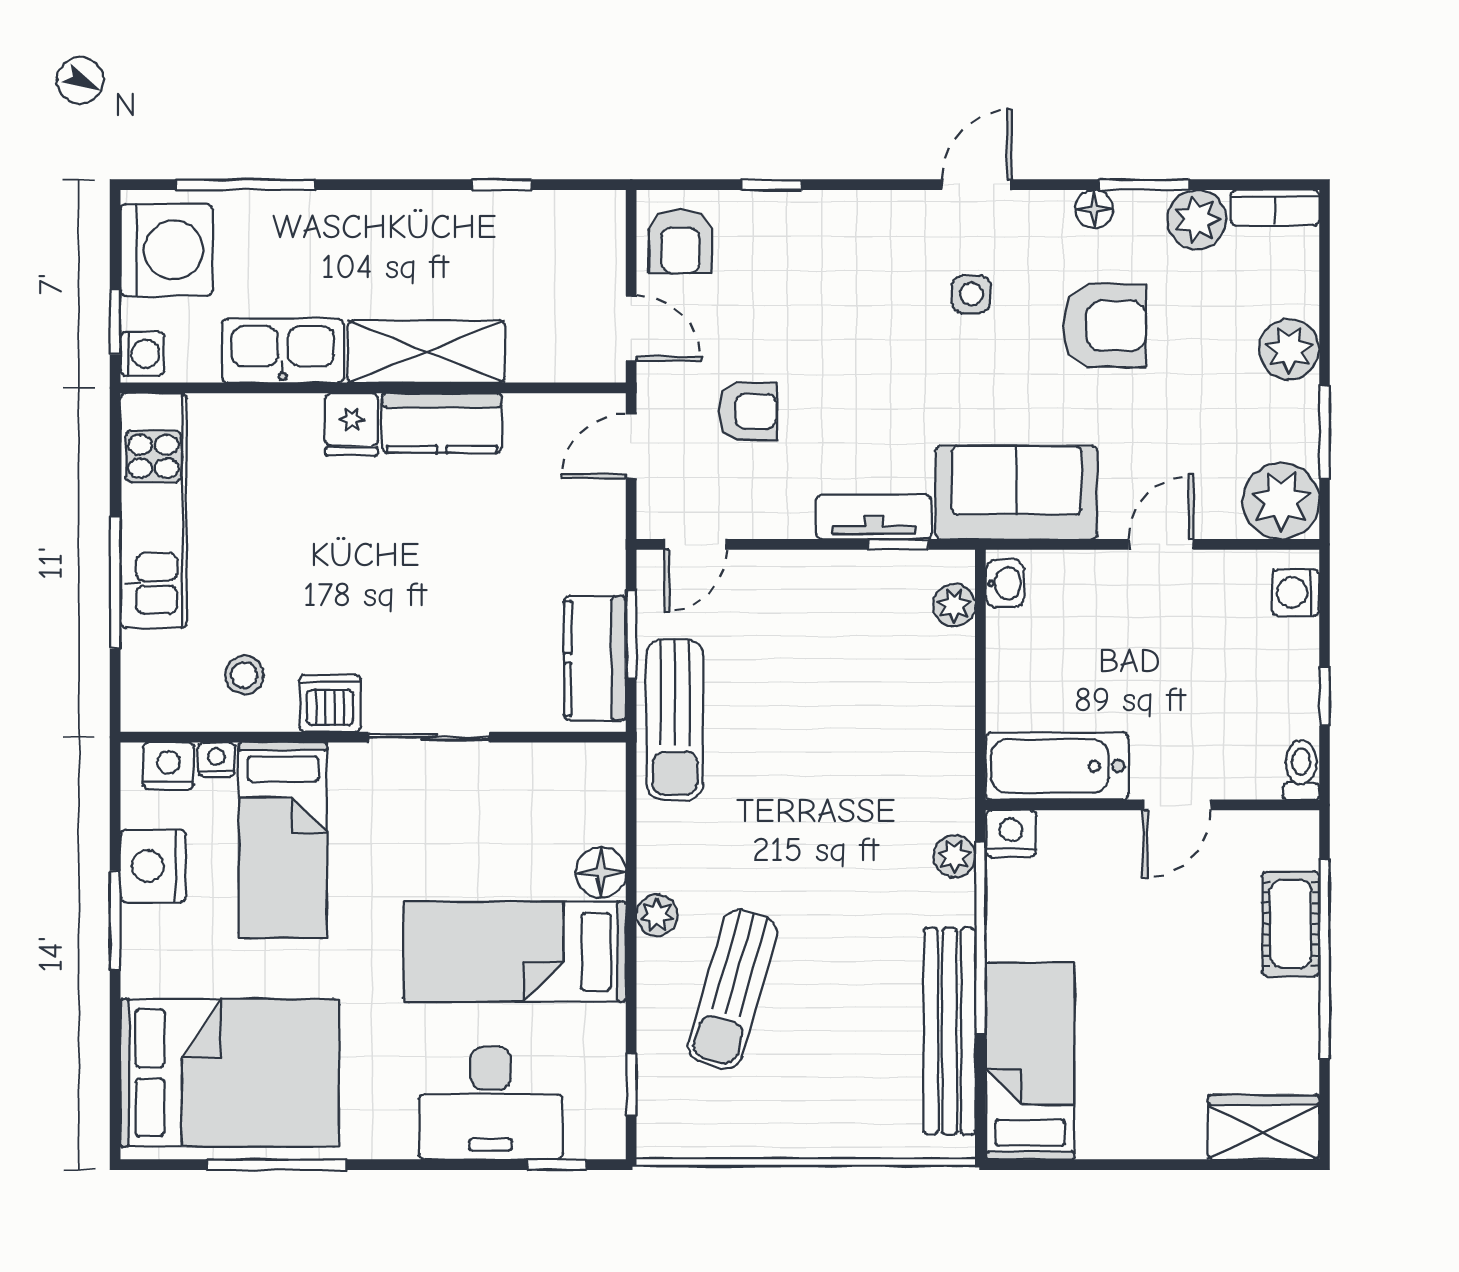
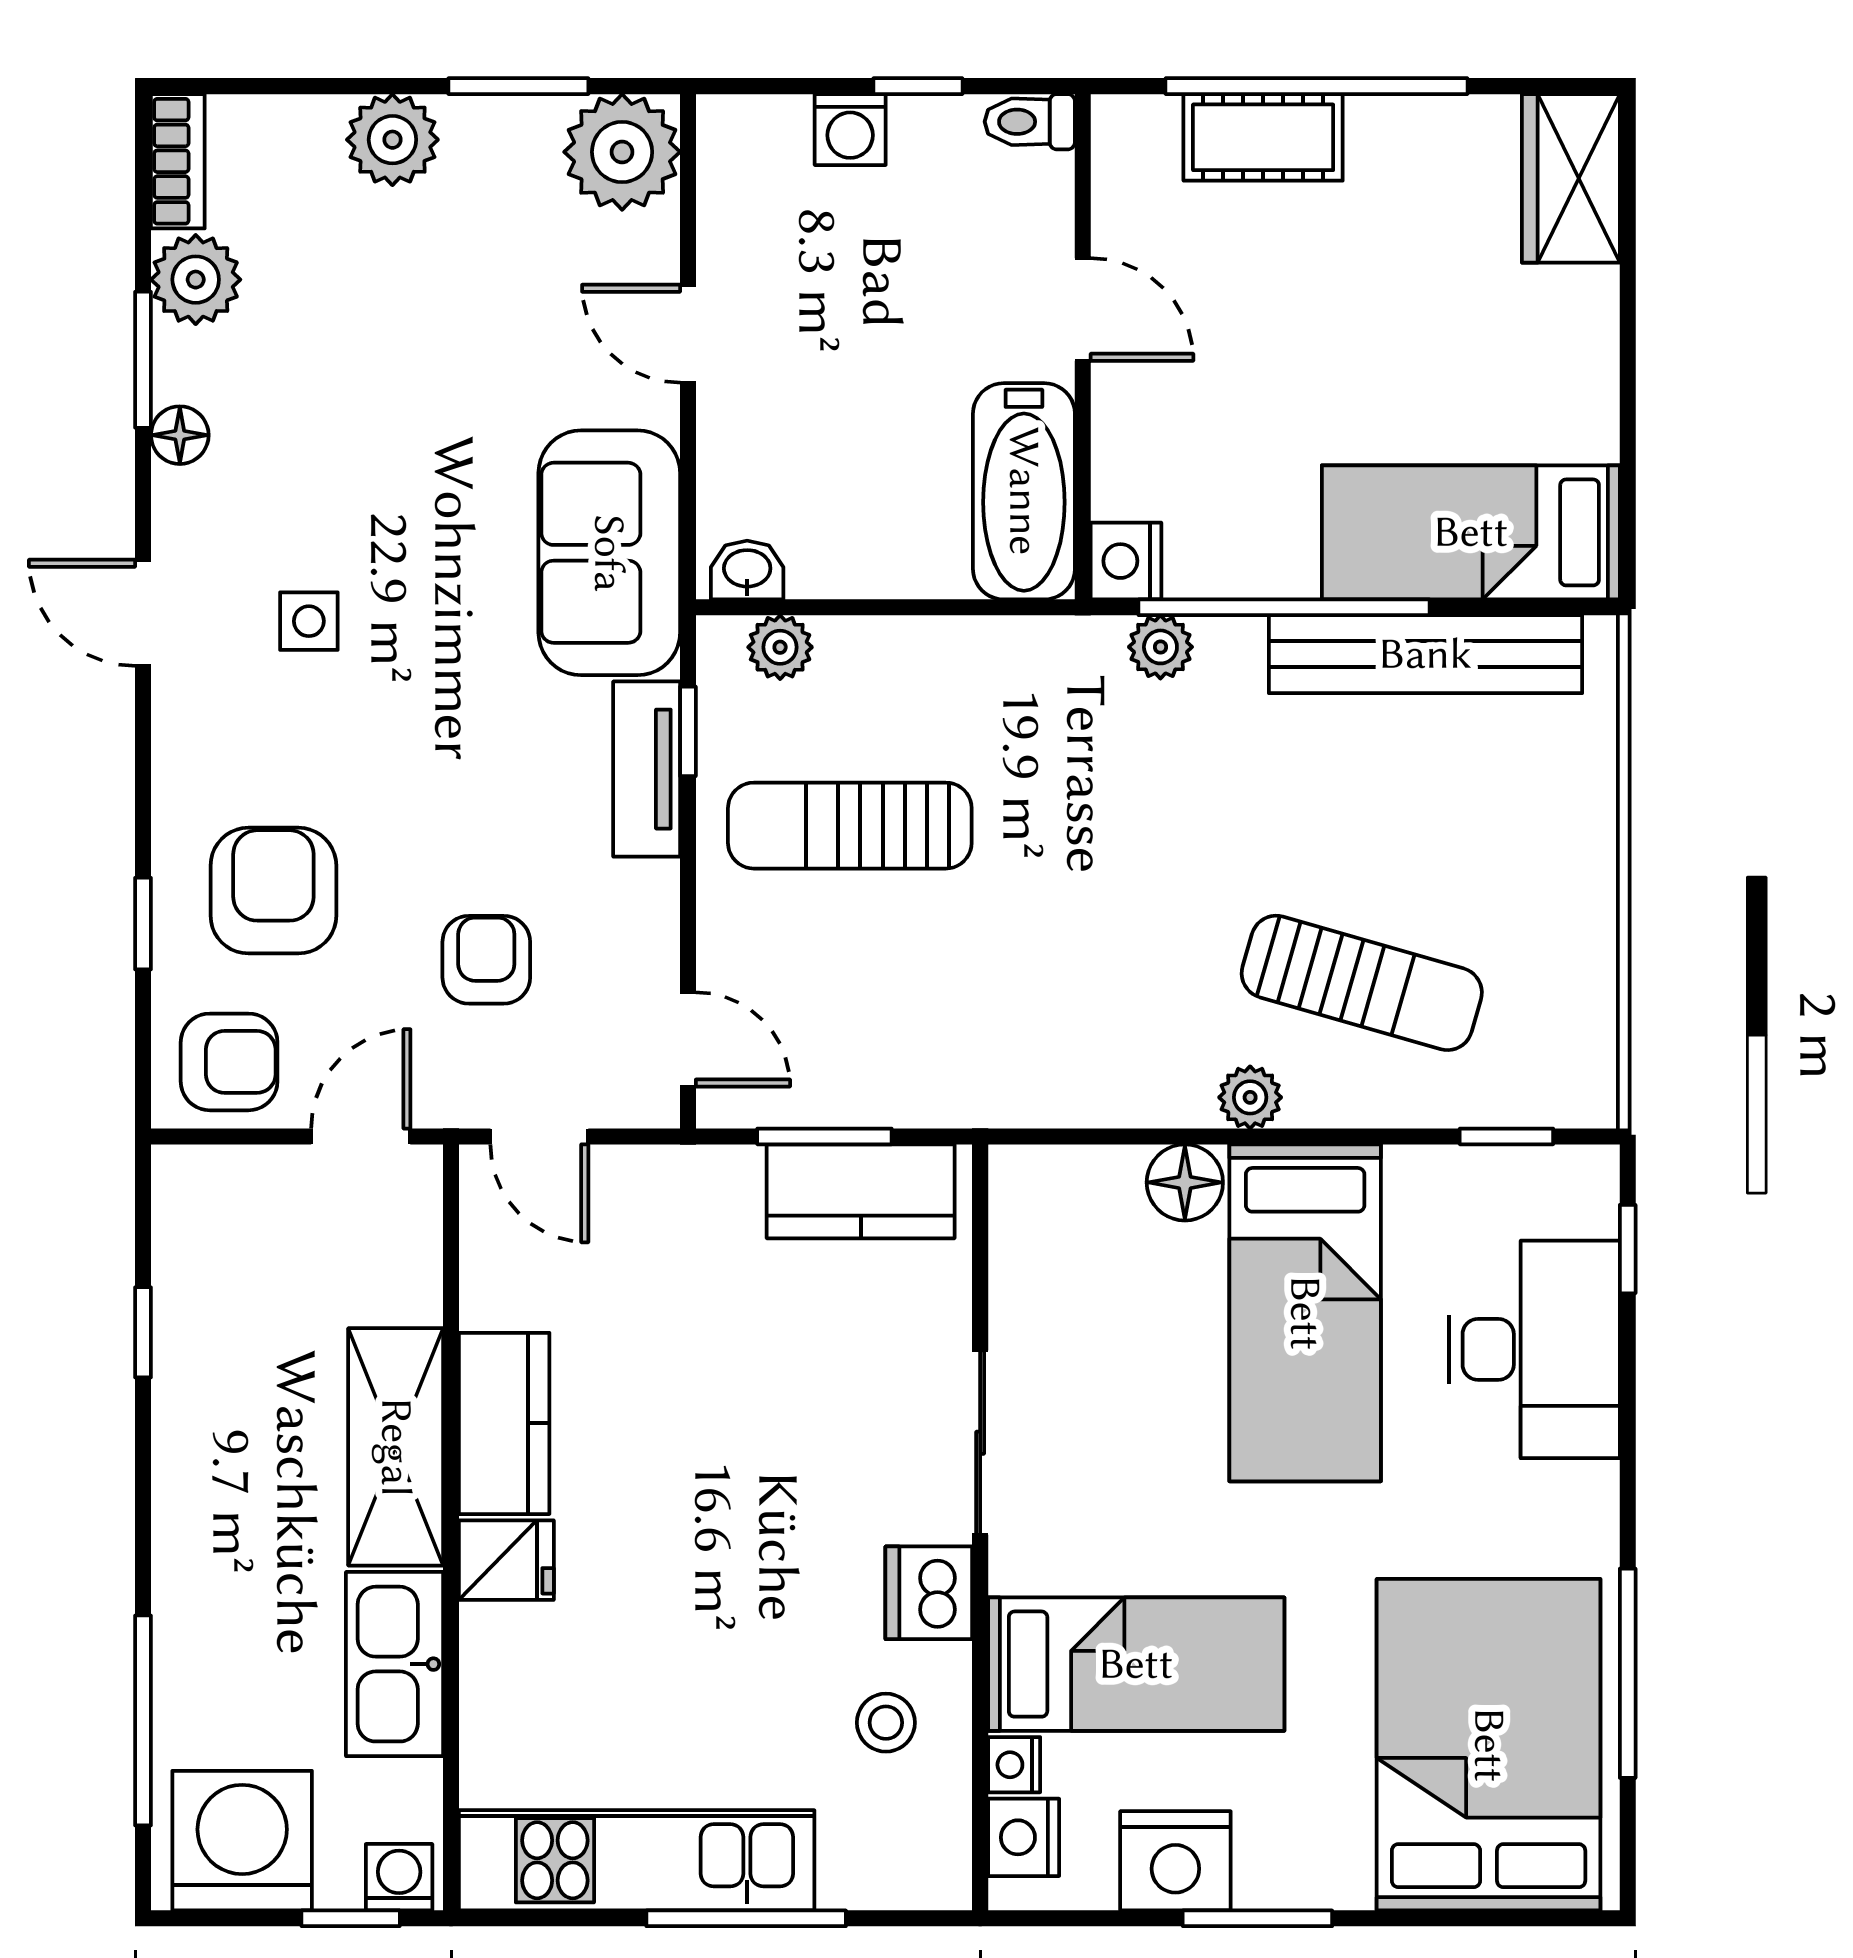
armchair: (1104, 326) -> (273, 891), moved
washing machine: (1296, 592) -> (850, 130), moved
sun lounger: (675, 719) -> (850, 826), moved, turned 180

